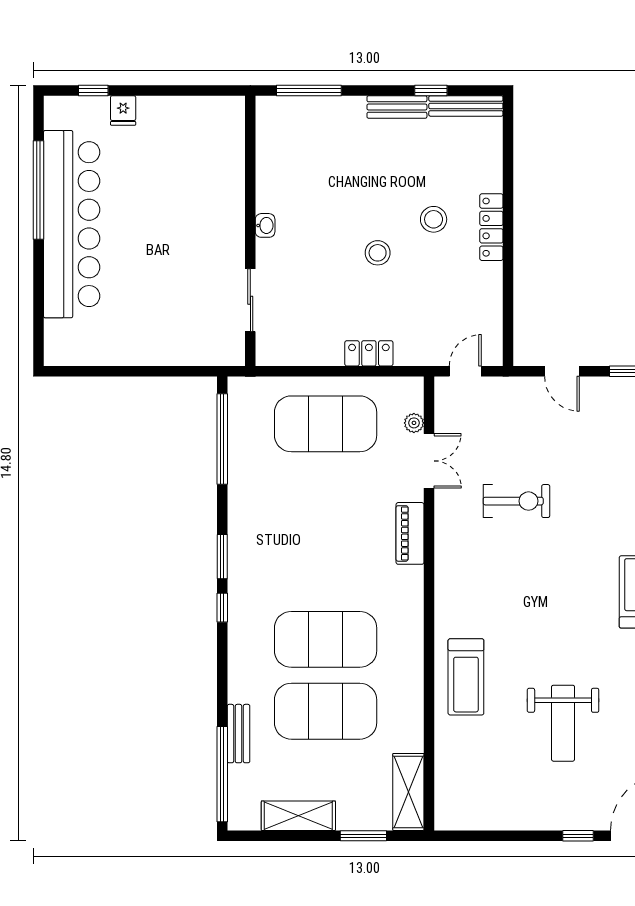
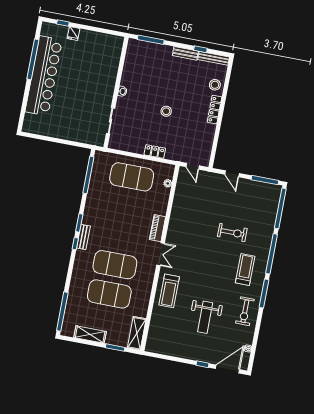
stool: (434, 219) -> (215, 85), moved
door: (465, 371) -> (193, 166), swing flipped
double door: (429, 461) -> (161, 254), moved
exercise bike: (517, 501) -> (232, 232), moved
bench: (239, 734) -> (83, 237), moved

